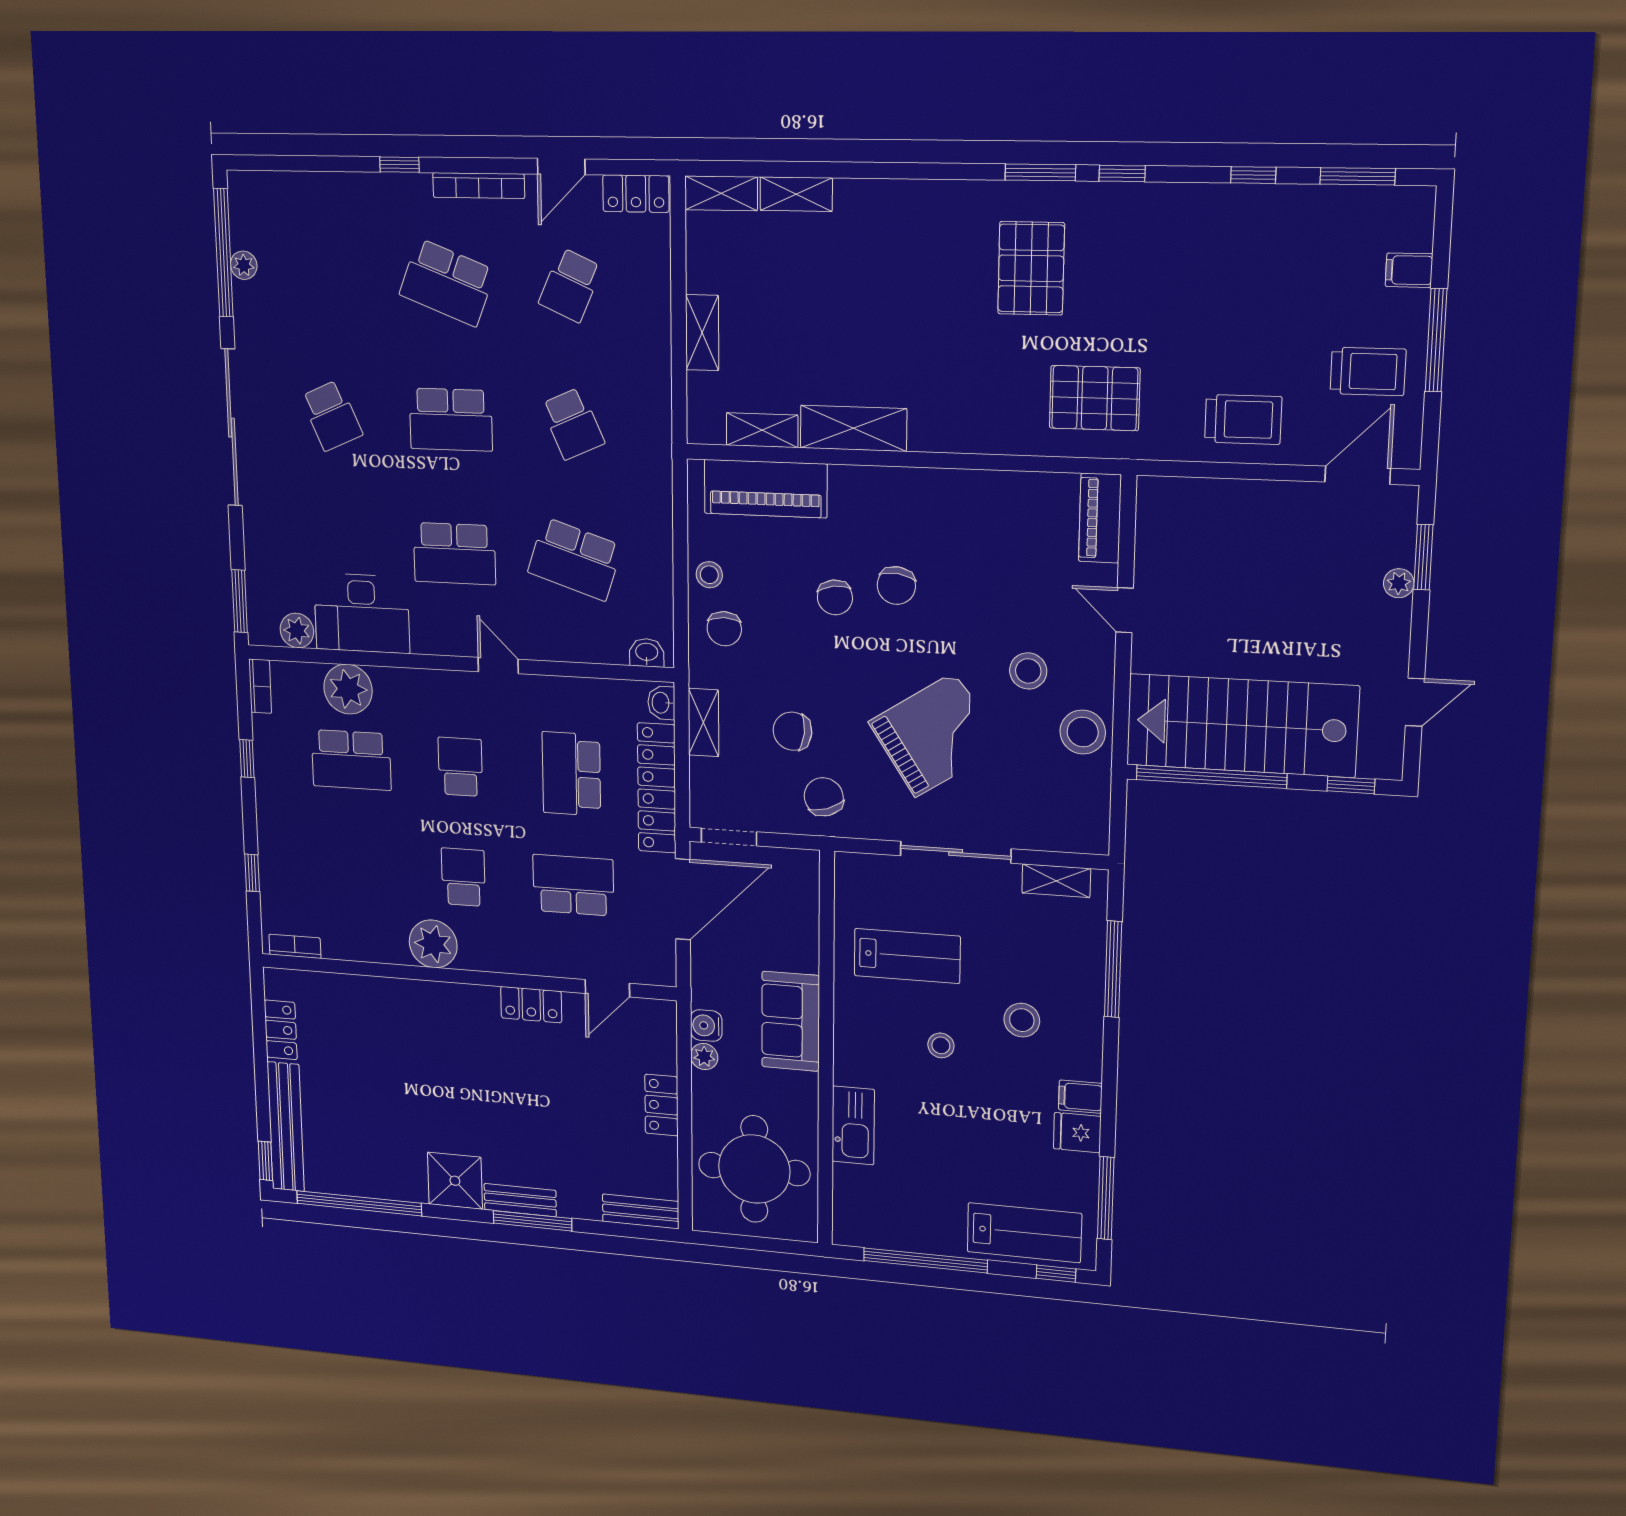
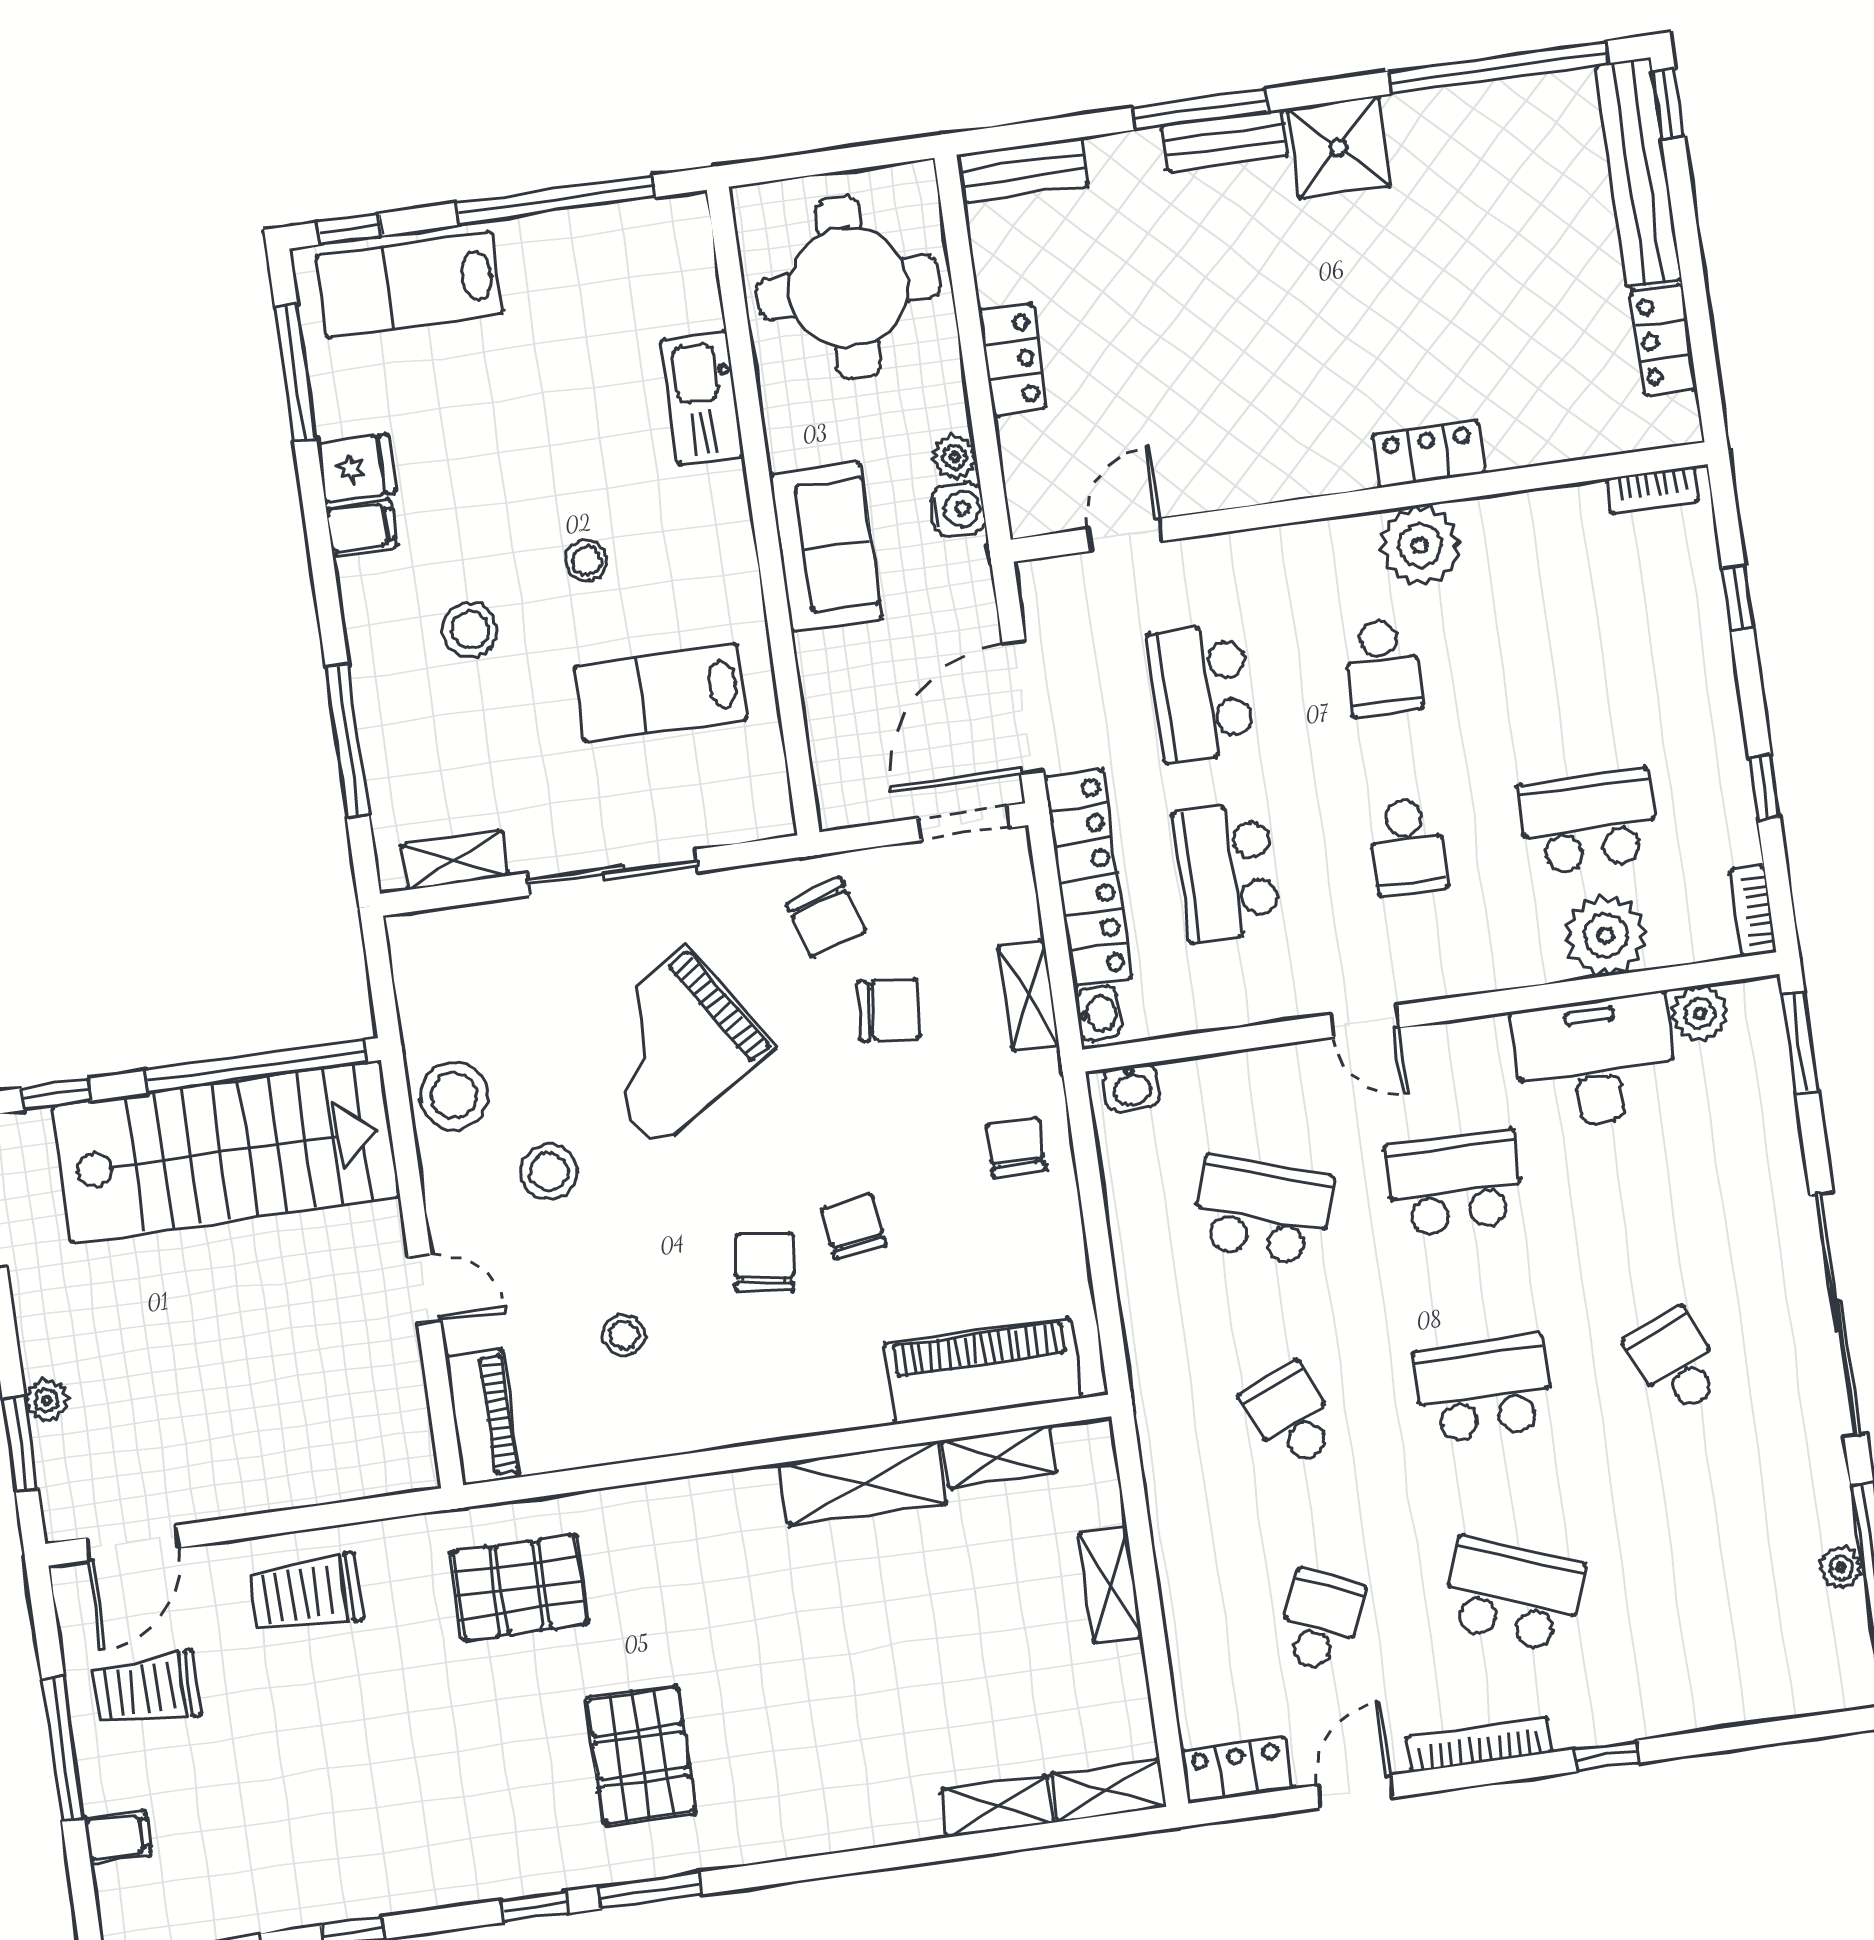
stool: (709, 575) -> (624, 1335), moved
school desk: (571, 774) -> (1227, 872), turned 180
school desk: (573, 885) -> (1201, 693), turned 90
locker: (531, 1005) -> (1428, 454), moved

